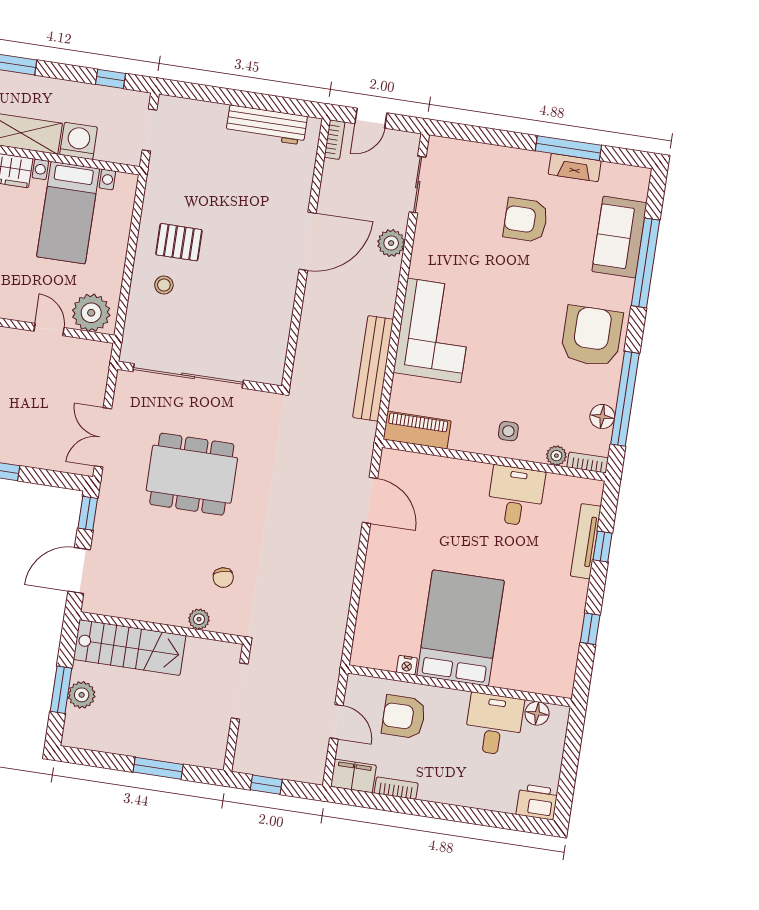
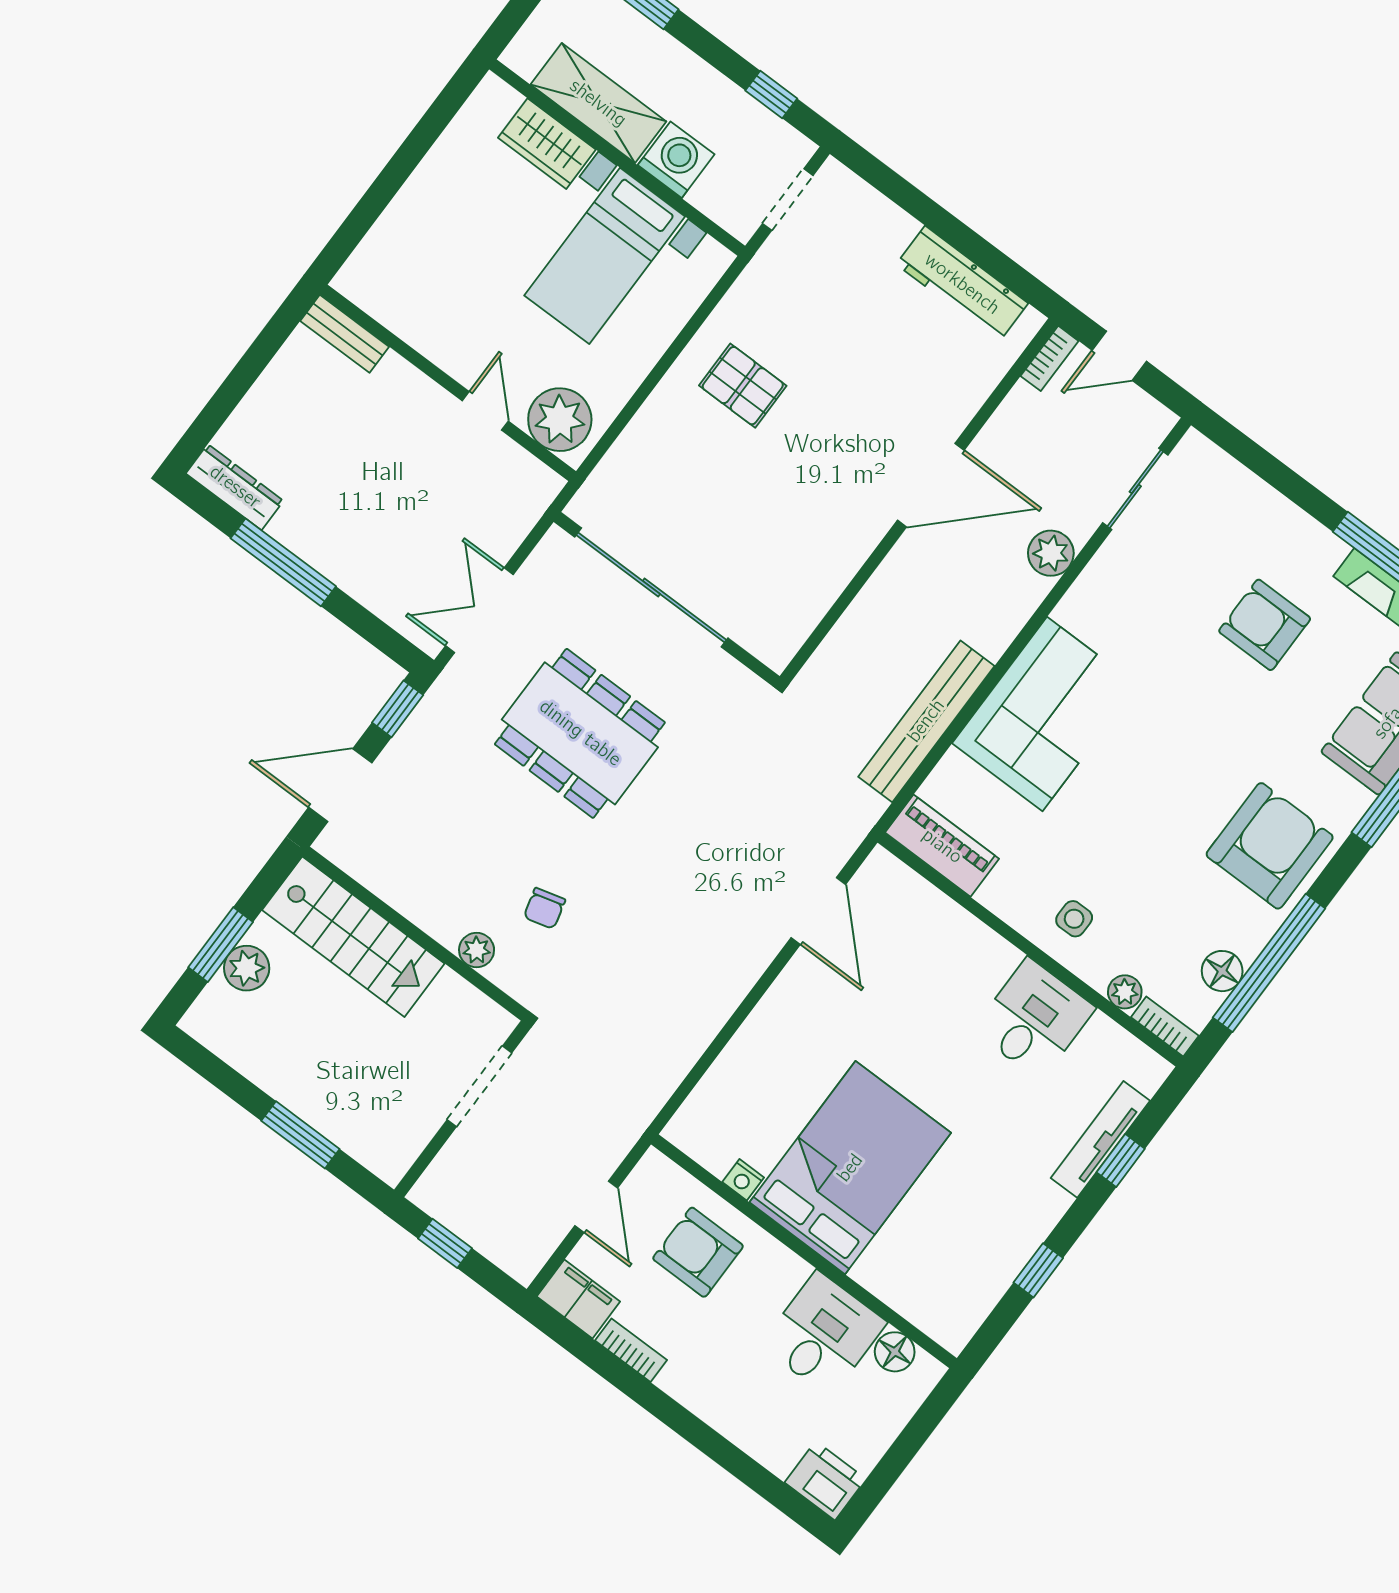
stool: (164, 285) -> (687, 436), removed

